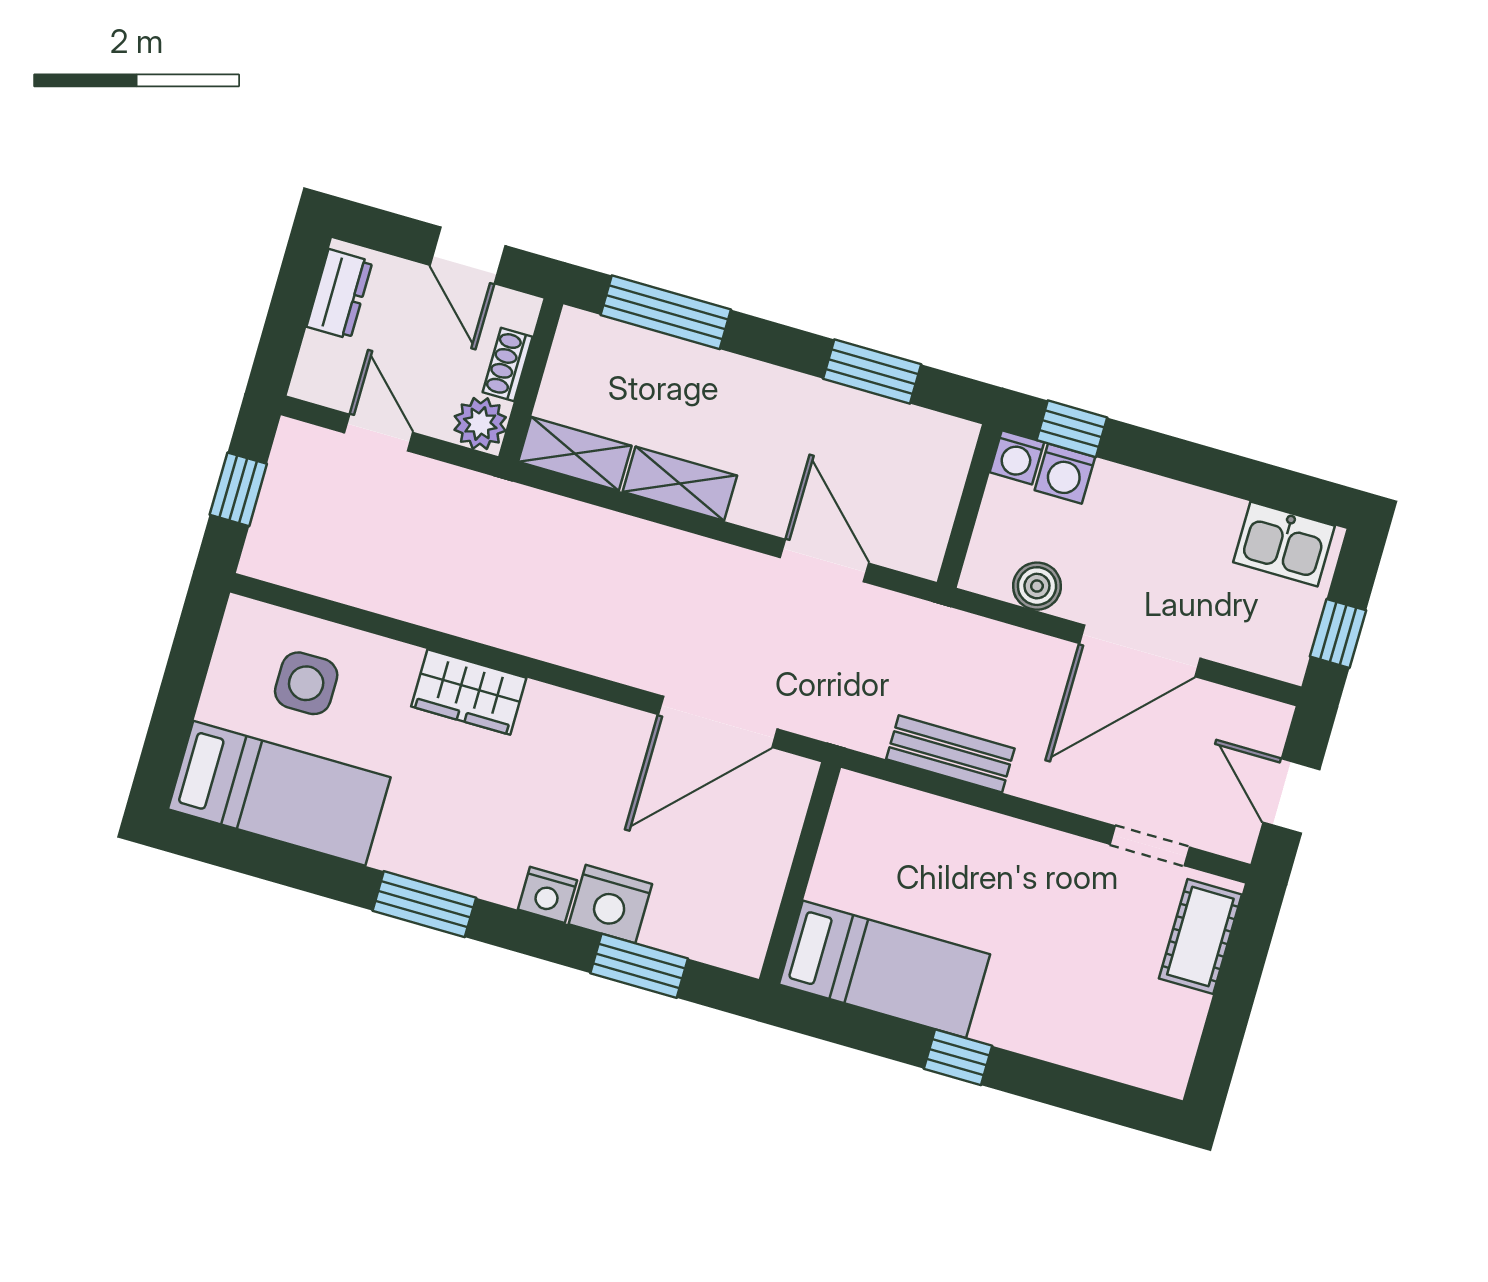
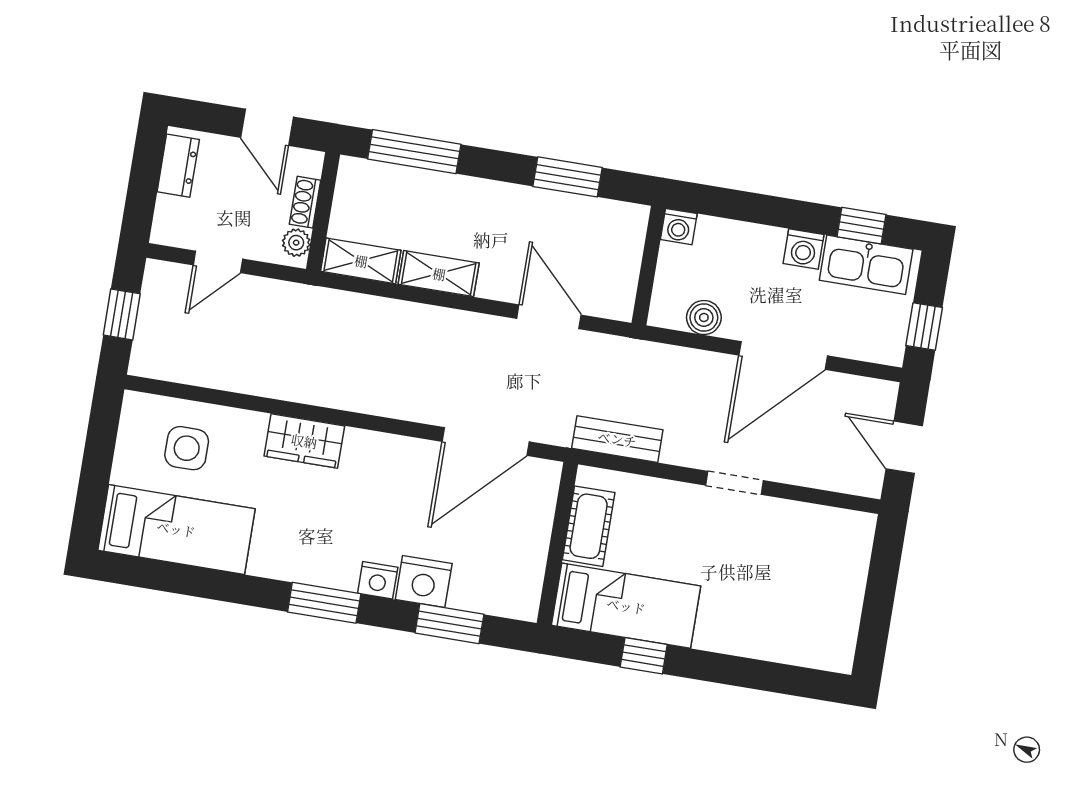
plant: (480, 423) -> (296, 243), width x0.73, depth x0.73
window: (1072, 429) -> (861, 226), moved
door: (379, 433) -> (218, 262), swing flipped
washing machine: (1065, 474) -> (804, 249), moved
kitchen sink: (1284, 544) -> (866, 265), width x1.38
bench: (950, 754) -> (617, 439), moved
doorway: (1150, 846) -> (735, 483), moved
window: (424, 904) -> (324, 603), moved
cot: (1200, 937) -> (589, 526), moved
window: (958, 1057) -> (644, 656), moved

